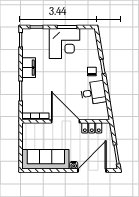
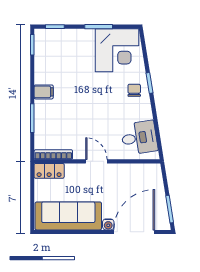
corner desk: (64, 44) -> (117, 50), moved
filing cabinet: (29, 68) -> (44, 92), width x0.50
desk: (93, 93) -> (139, 138), moved
door: (65, 121) -> (96, 161), width x0.53
locker: (92, 128) -> (49, 171), moved

